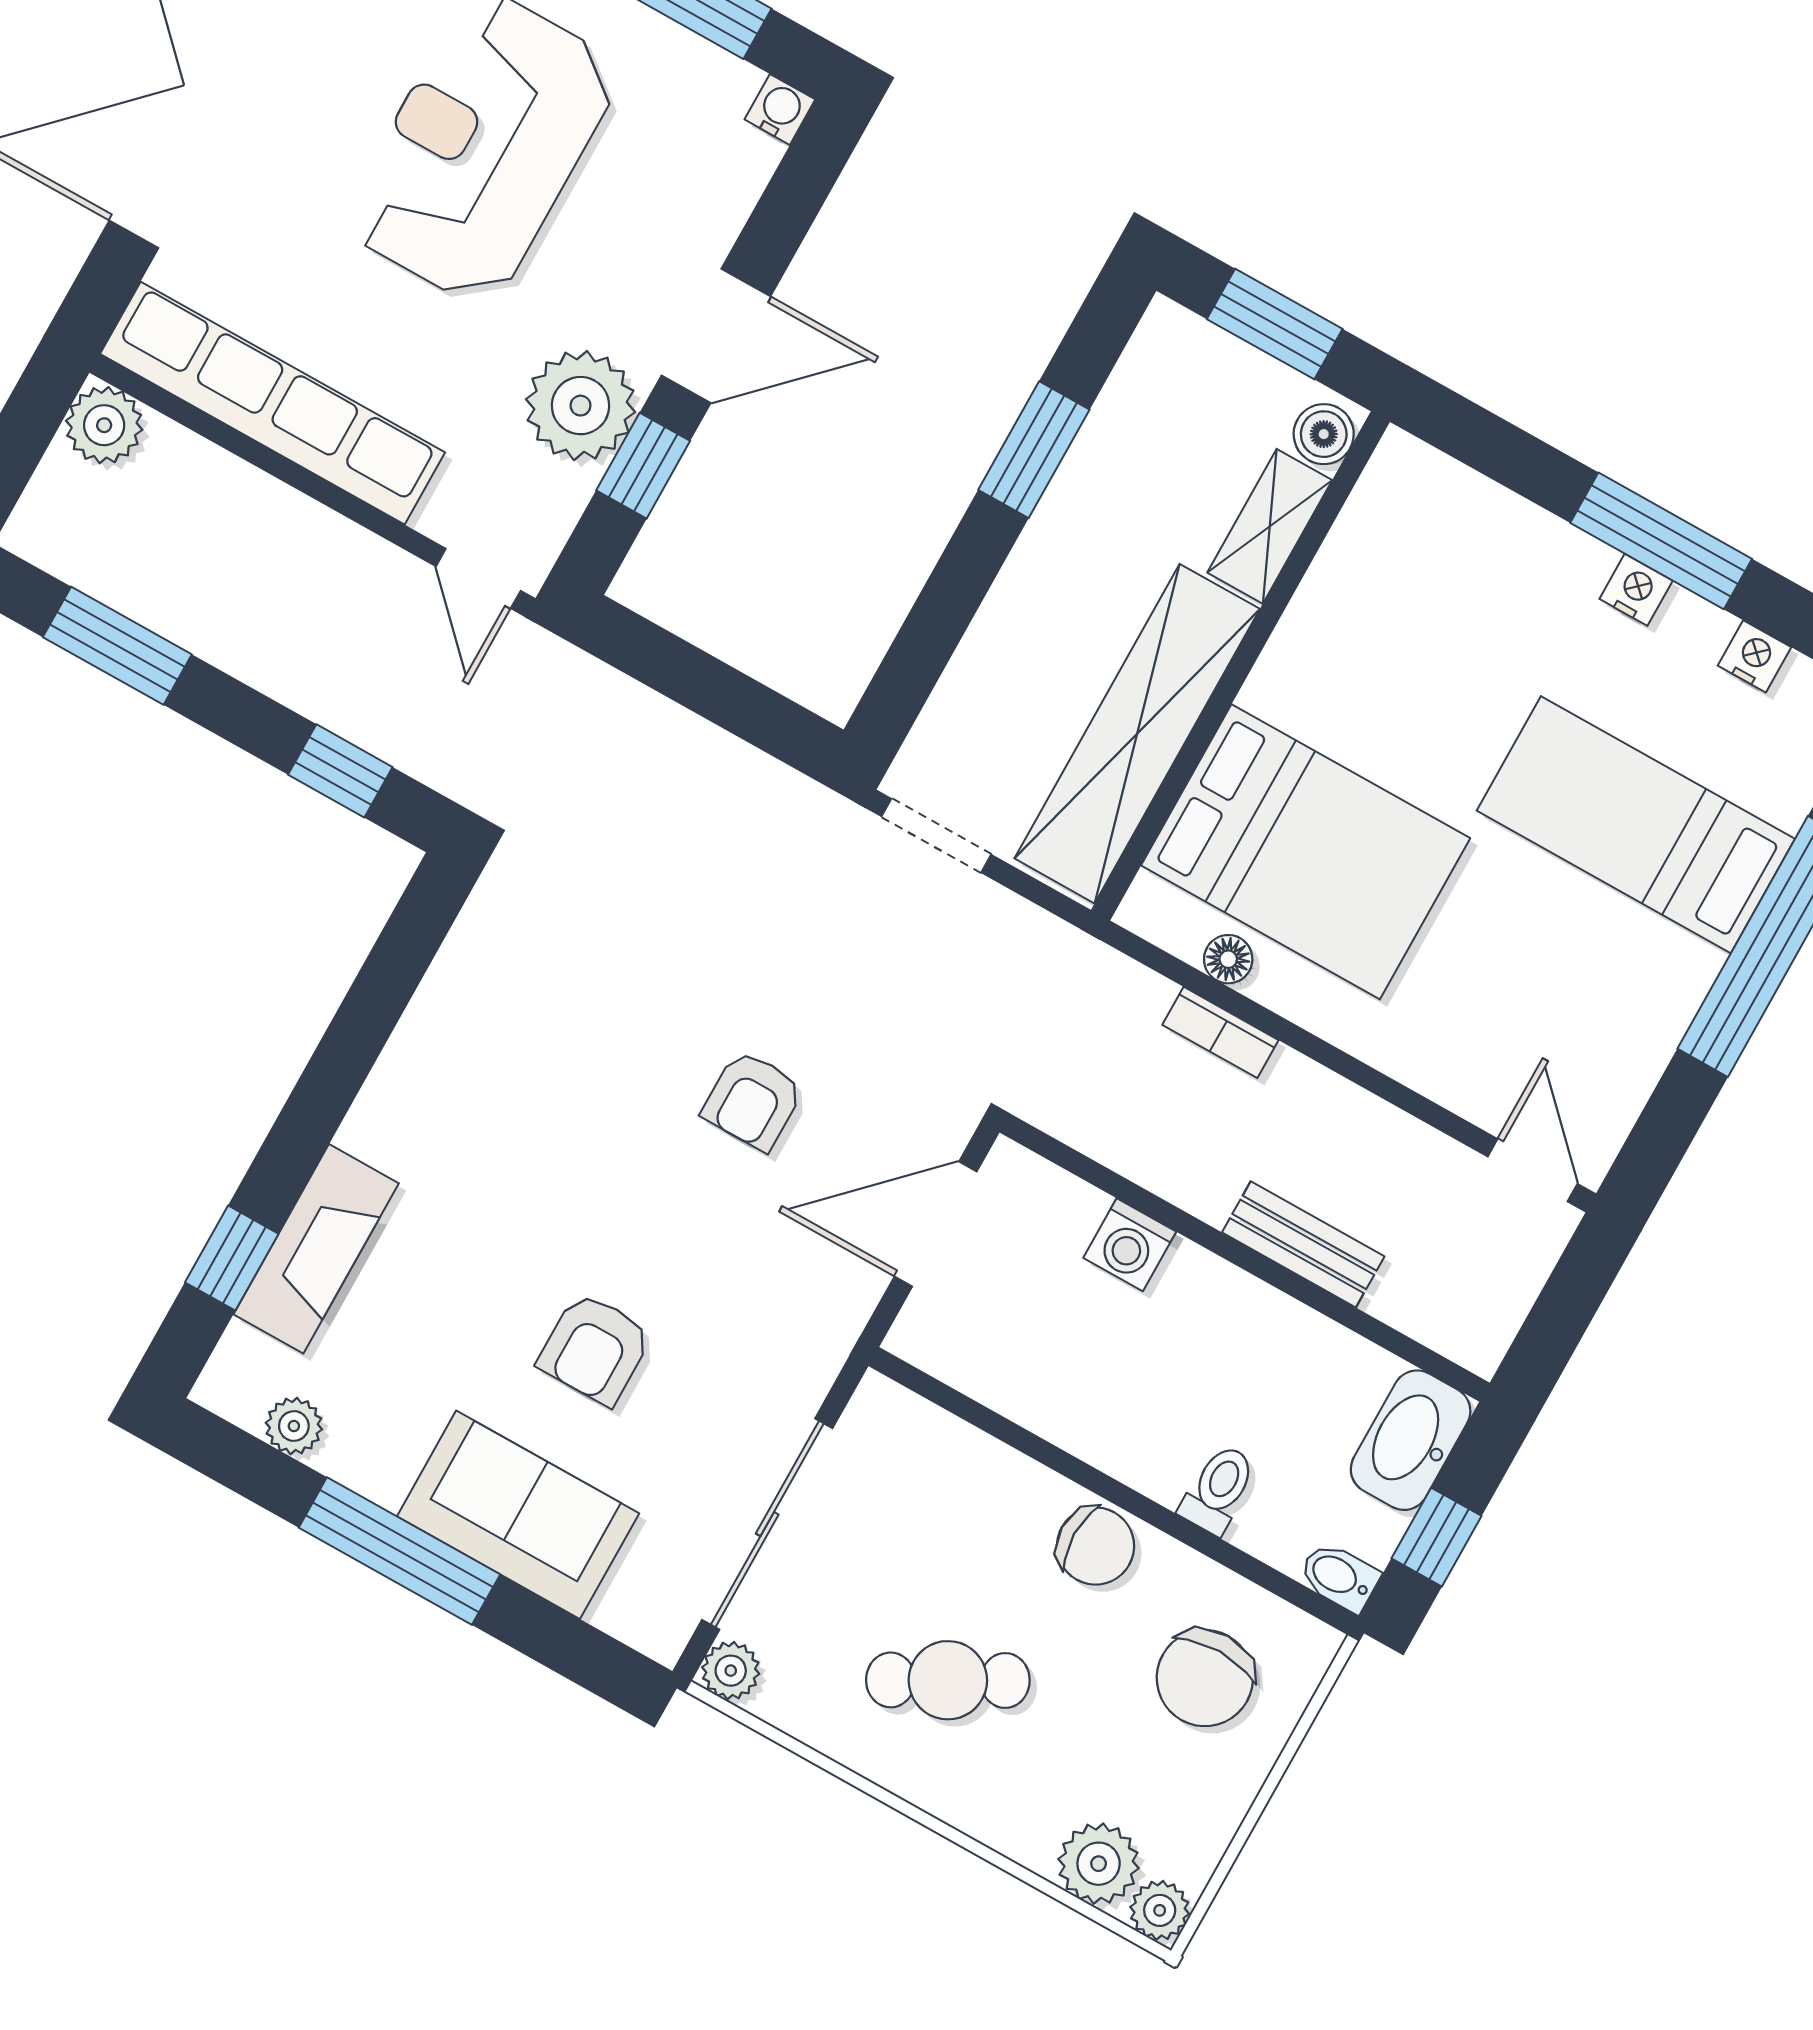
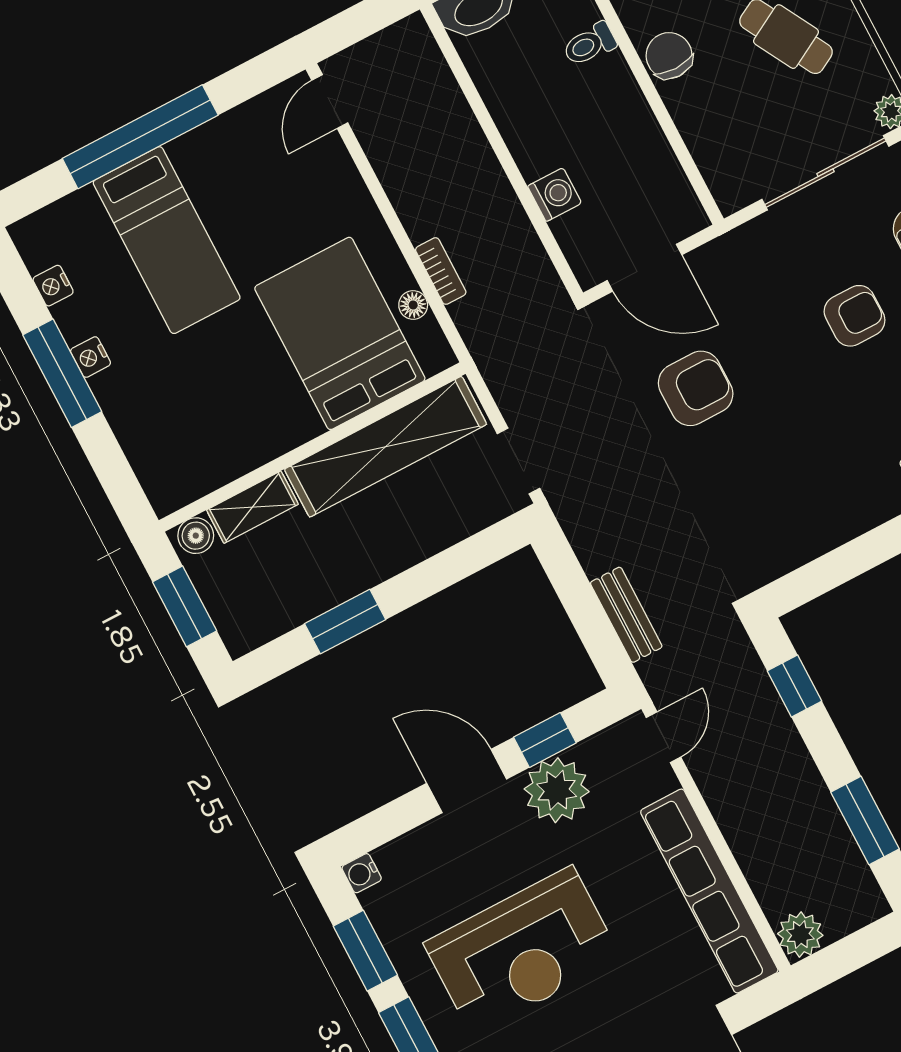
armchair: (753, 1100) -> (696, 388), width x1.38, depth x1.38
bench: (1303, 1244) -> (626, 615), moved

